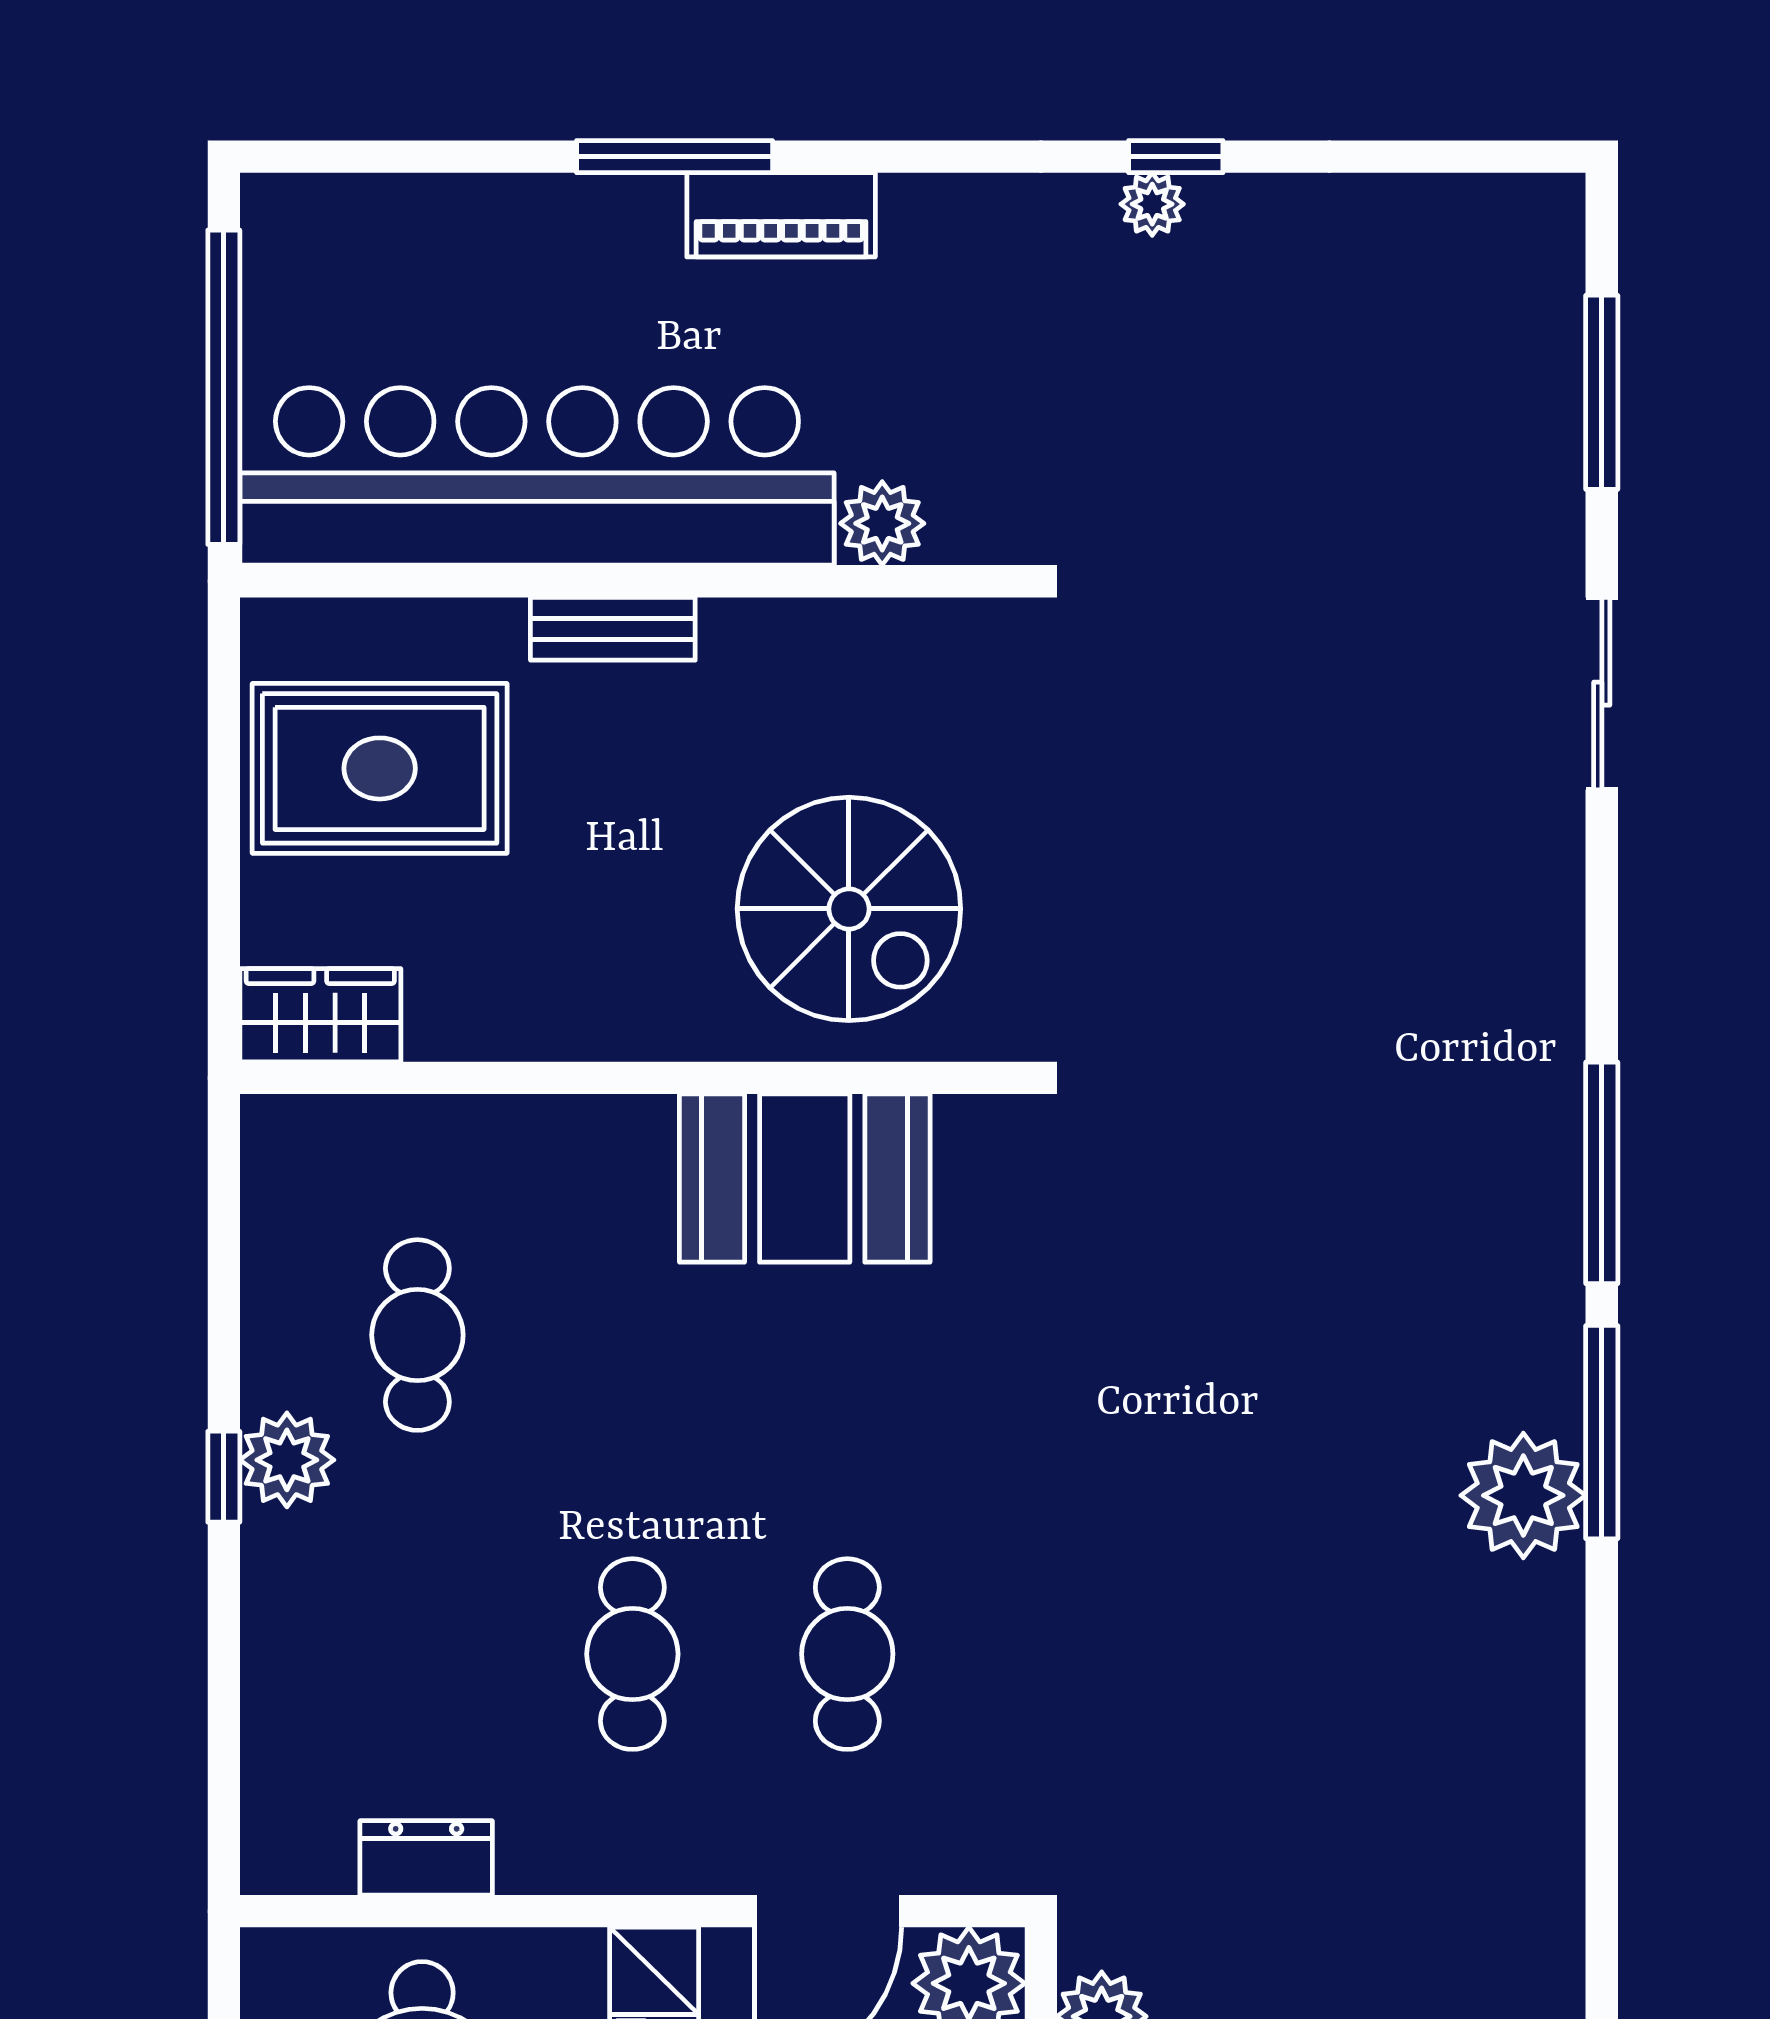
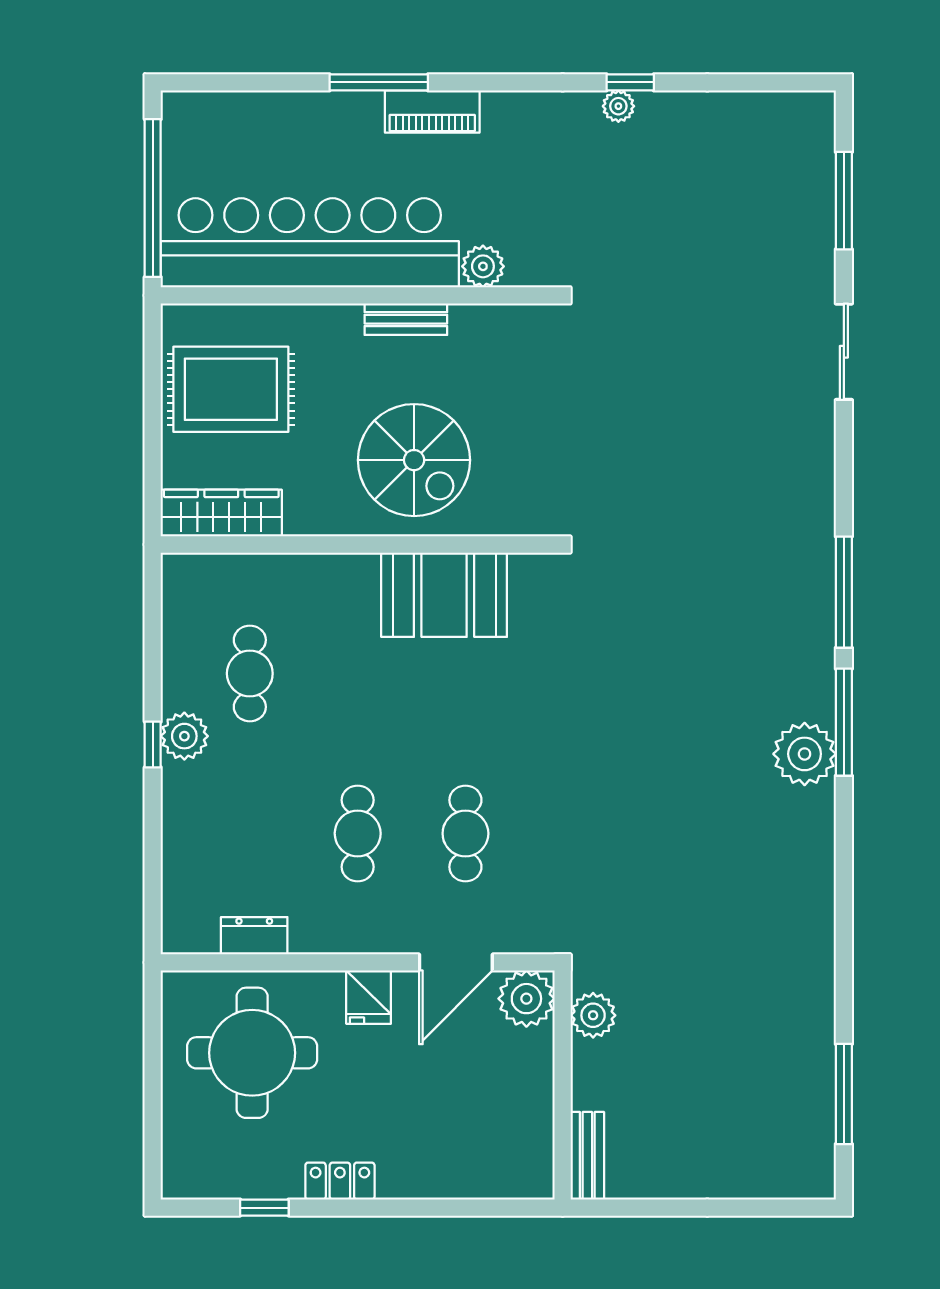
bench: (613, 629) -> (406, 319), moved
spiral stairs: (849, 909) -> (414, 460), moved
wardrobe: (320, 1015) -> (221, 513), width x1.50

